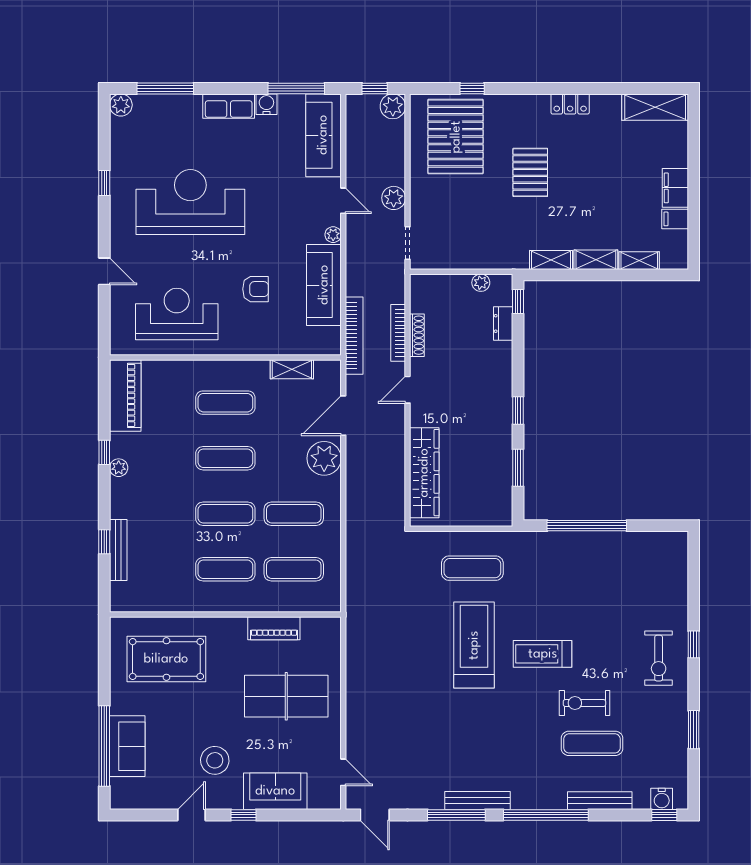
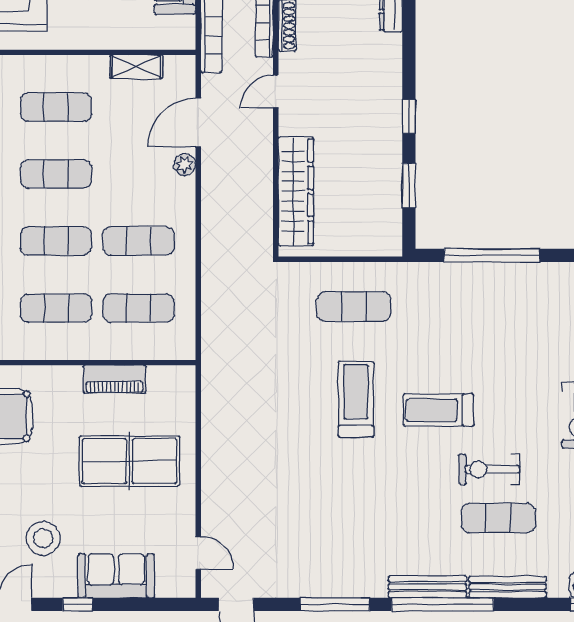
plant: (324, 458) -> (185, 165), width x0.53, depth x0.53
treadmill: (474, 645) -> (356, 399), width x0.73, depth x0.73
bench: (478, 800) -> (428, 587), moved

